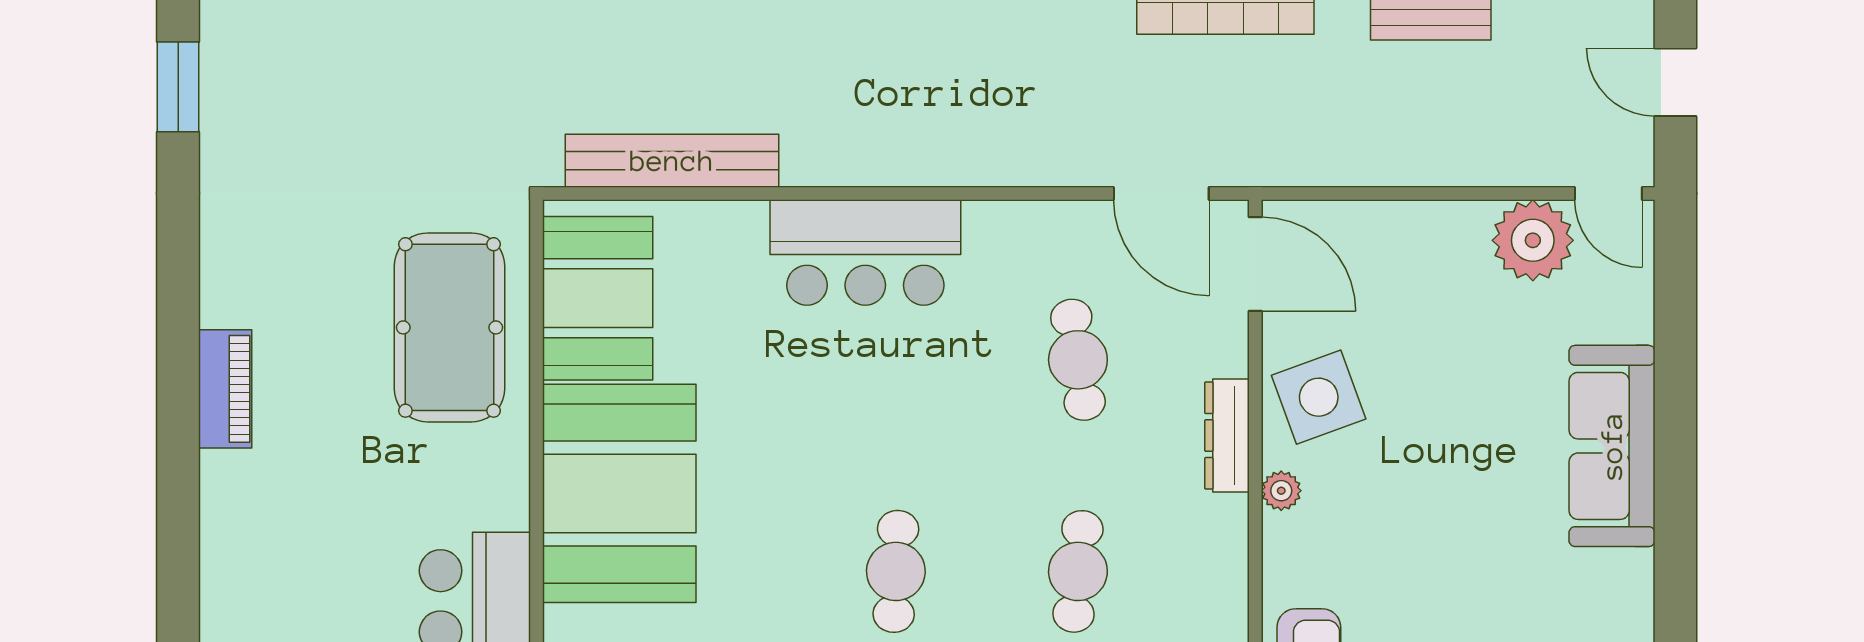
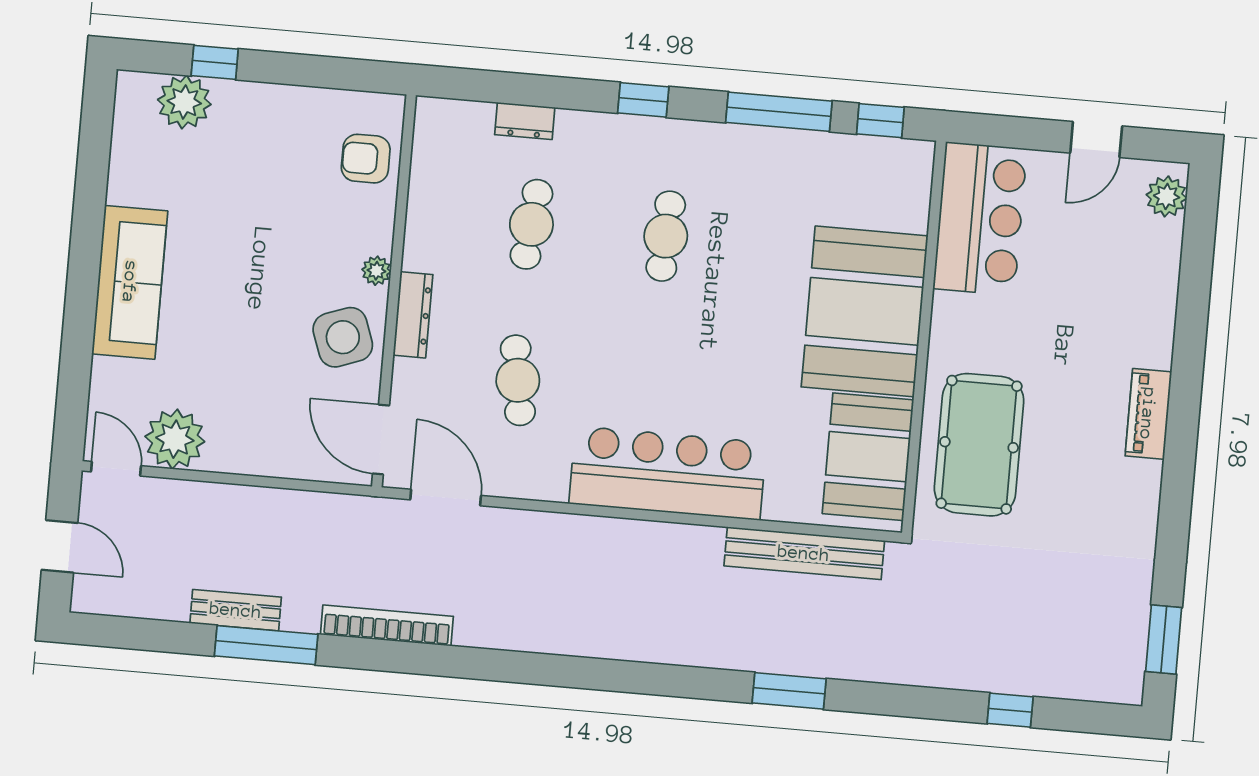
bar counter: (865, 252) -> (668, 473), width x1.36

